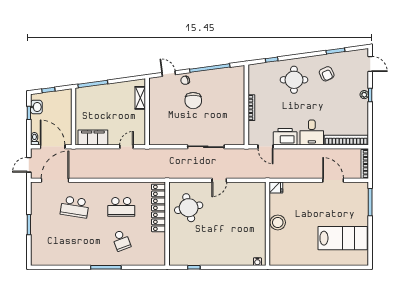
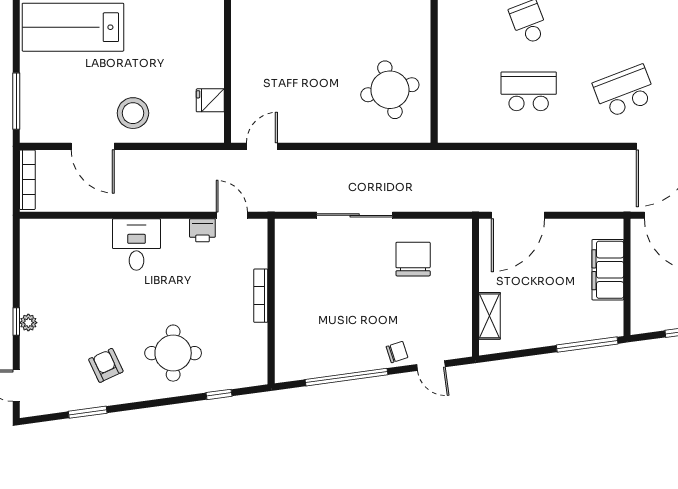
chair: (193, 101) -> (413, 259), moved
filing cabinet: (93, 137) -> (608, 270), moved, turned 90
printer: (285, 137) -> (202, 230), width x0.53, depth x0.68
bookcase: (346, 140) -> (66, 229), removed
door: (126, 147) -> (518, 215), width x1.87
door: (219, 180) -> (262, 146), moved
fridge: (276, 187) -> (210, 100), moved
school desk: (75, 207) -> (624, 91), turned -30
locker: (159, 208) -> (452, 89), removed
stool: (278, 222) -> (133, 113), moved

